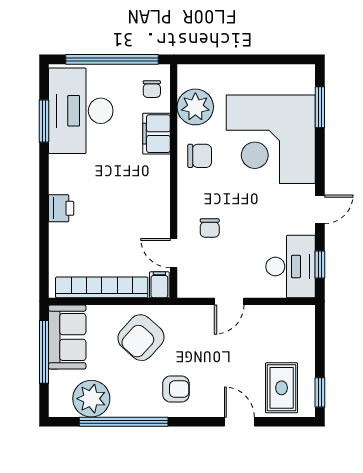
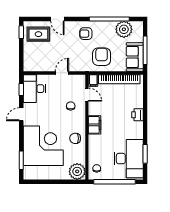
plant: (195, 107) -> (77, 171), moved
filing cabinet: (157, 134) -> (95, 125), moved
armchair: (141, 338) -> (102, 57), turned -42
rug: (282, 388) -> (38, 34), turned 90

